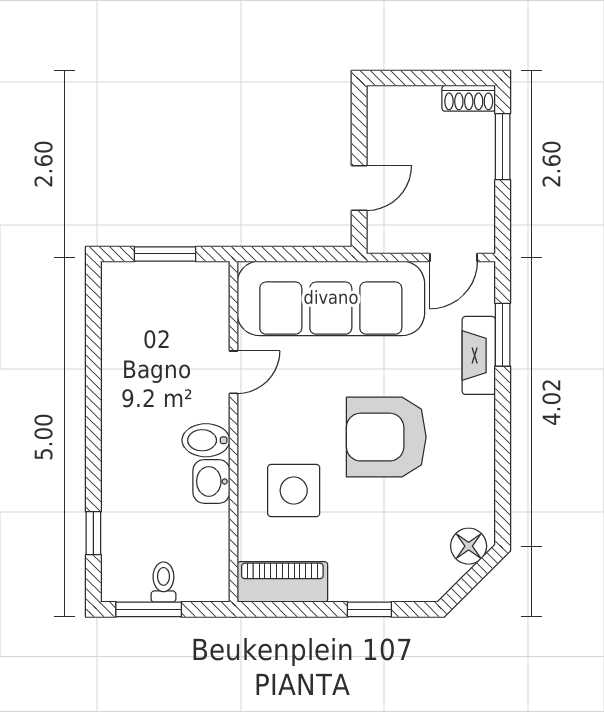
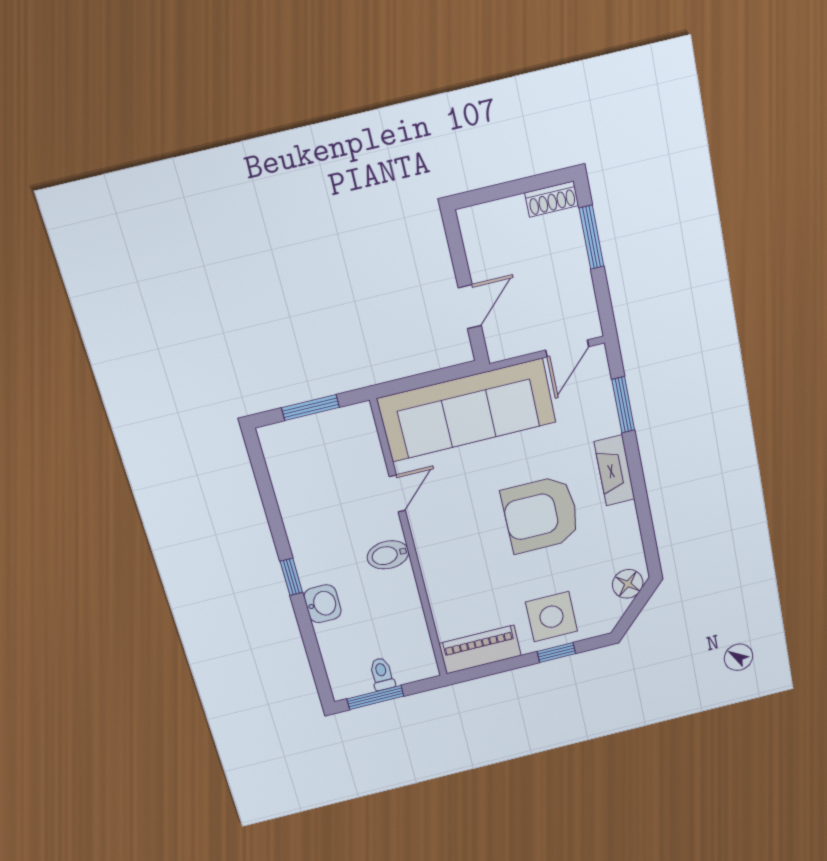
fireplace: (479, 355) -> (614, 470), moved
washbasin: (211, 481) -> (323, 604), moved, turned 180
side table: (294, 491) -> (551, 617), moved
window: (93, 533) -> (291, 577), moved

